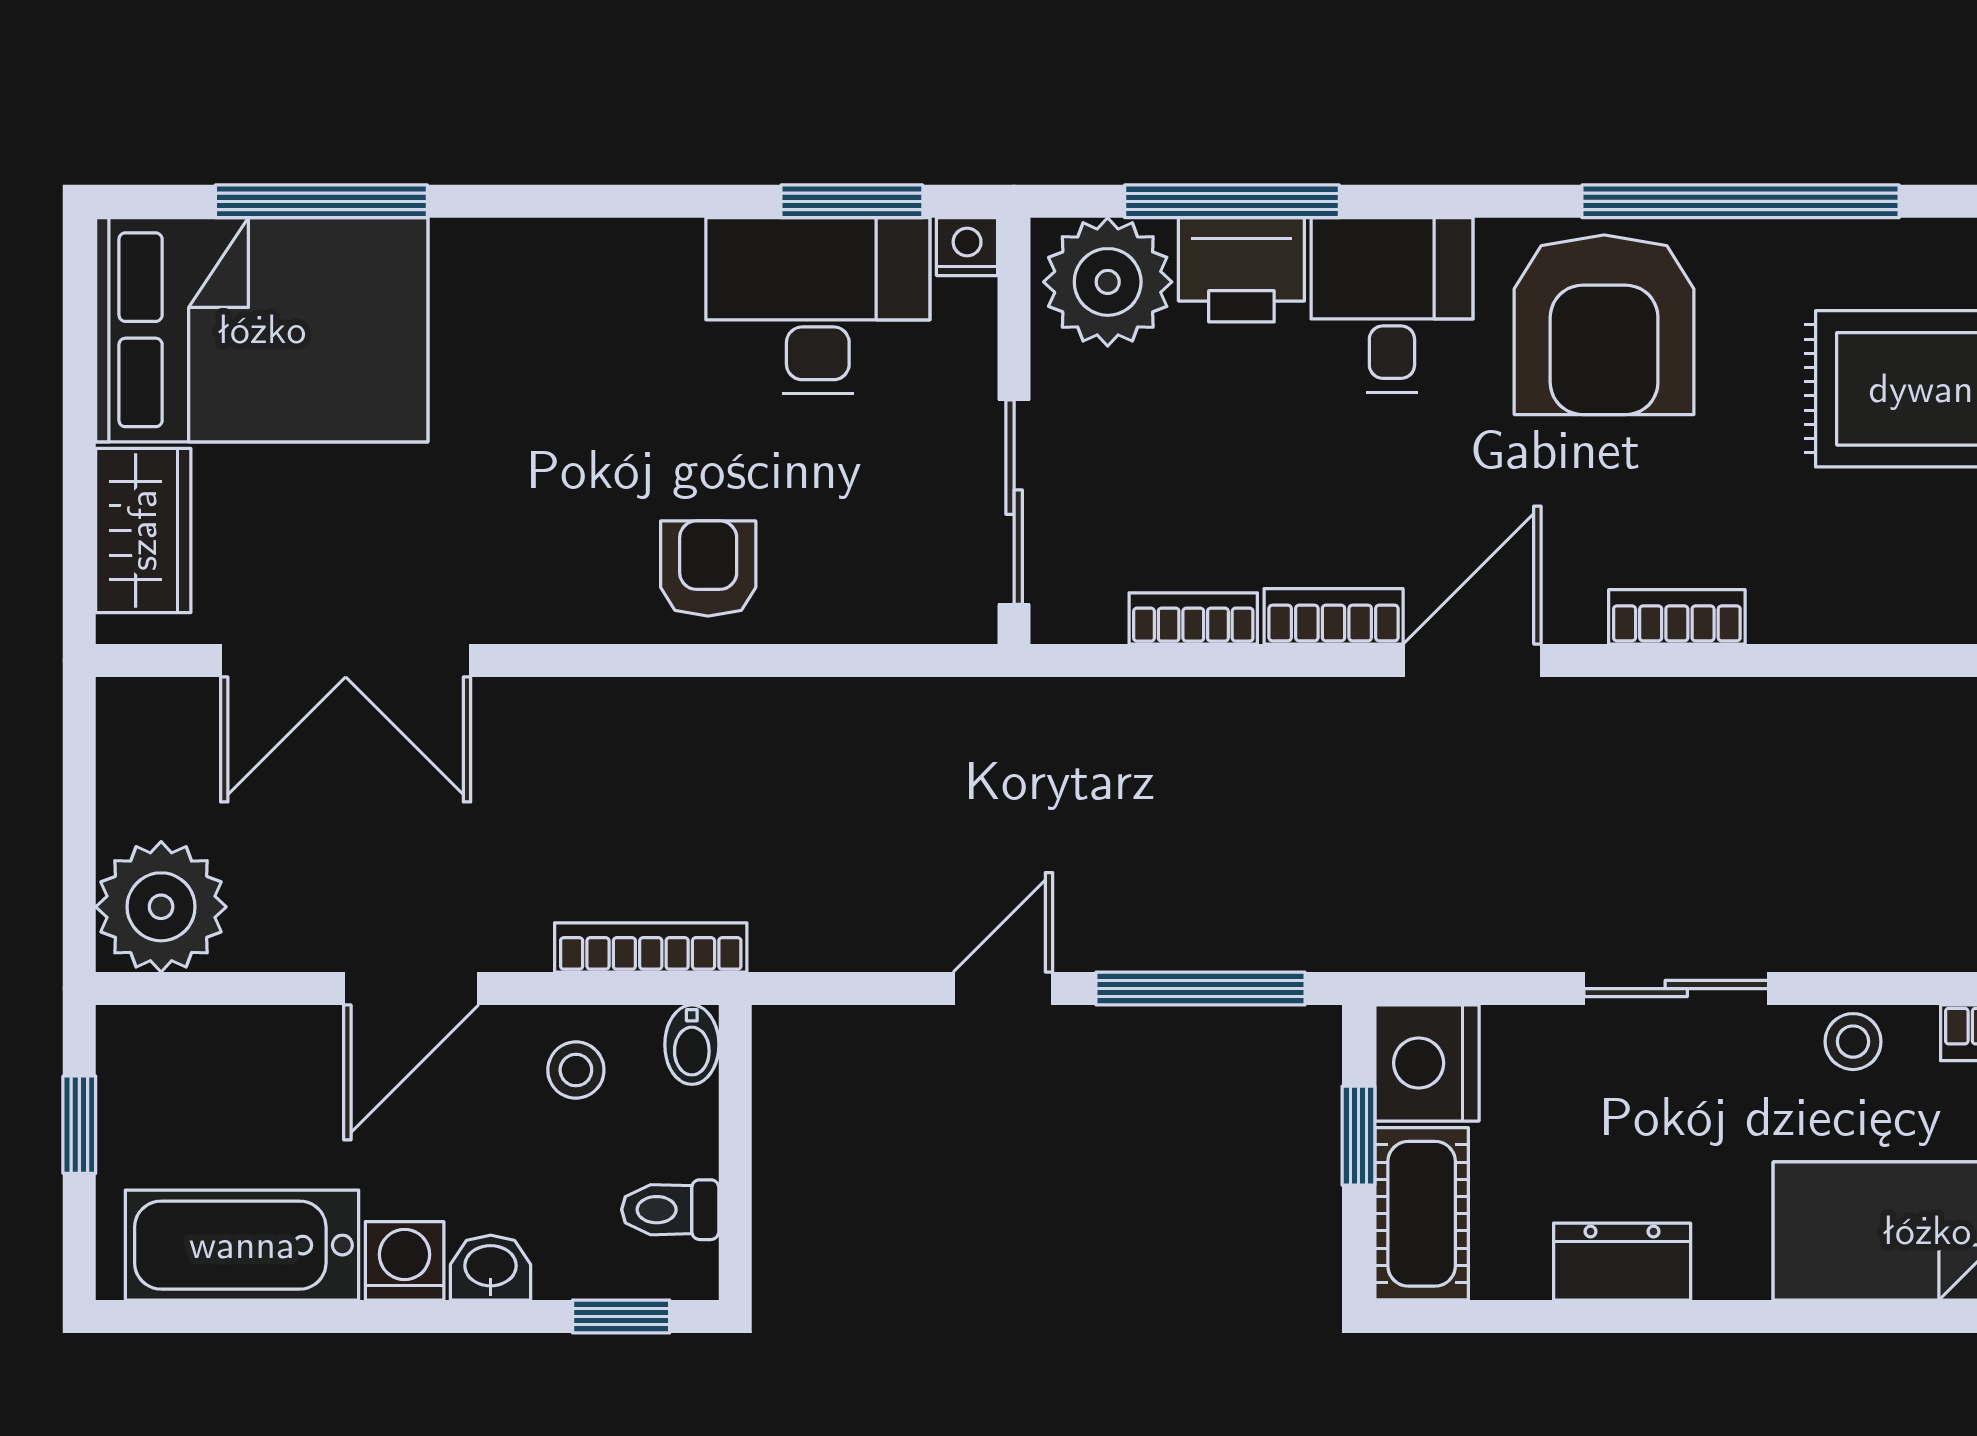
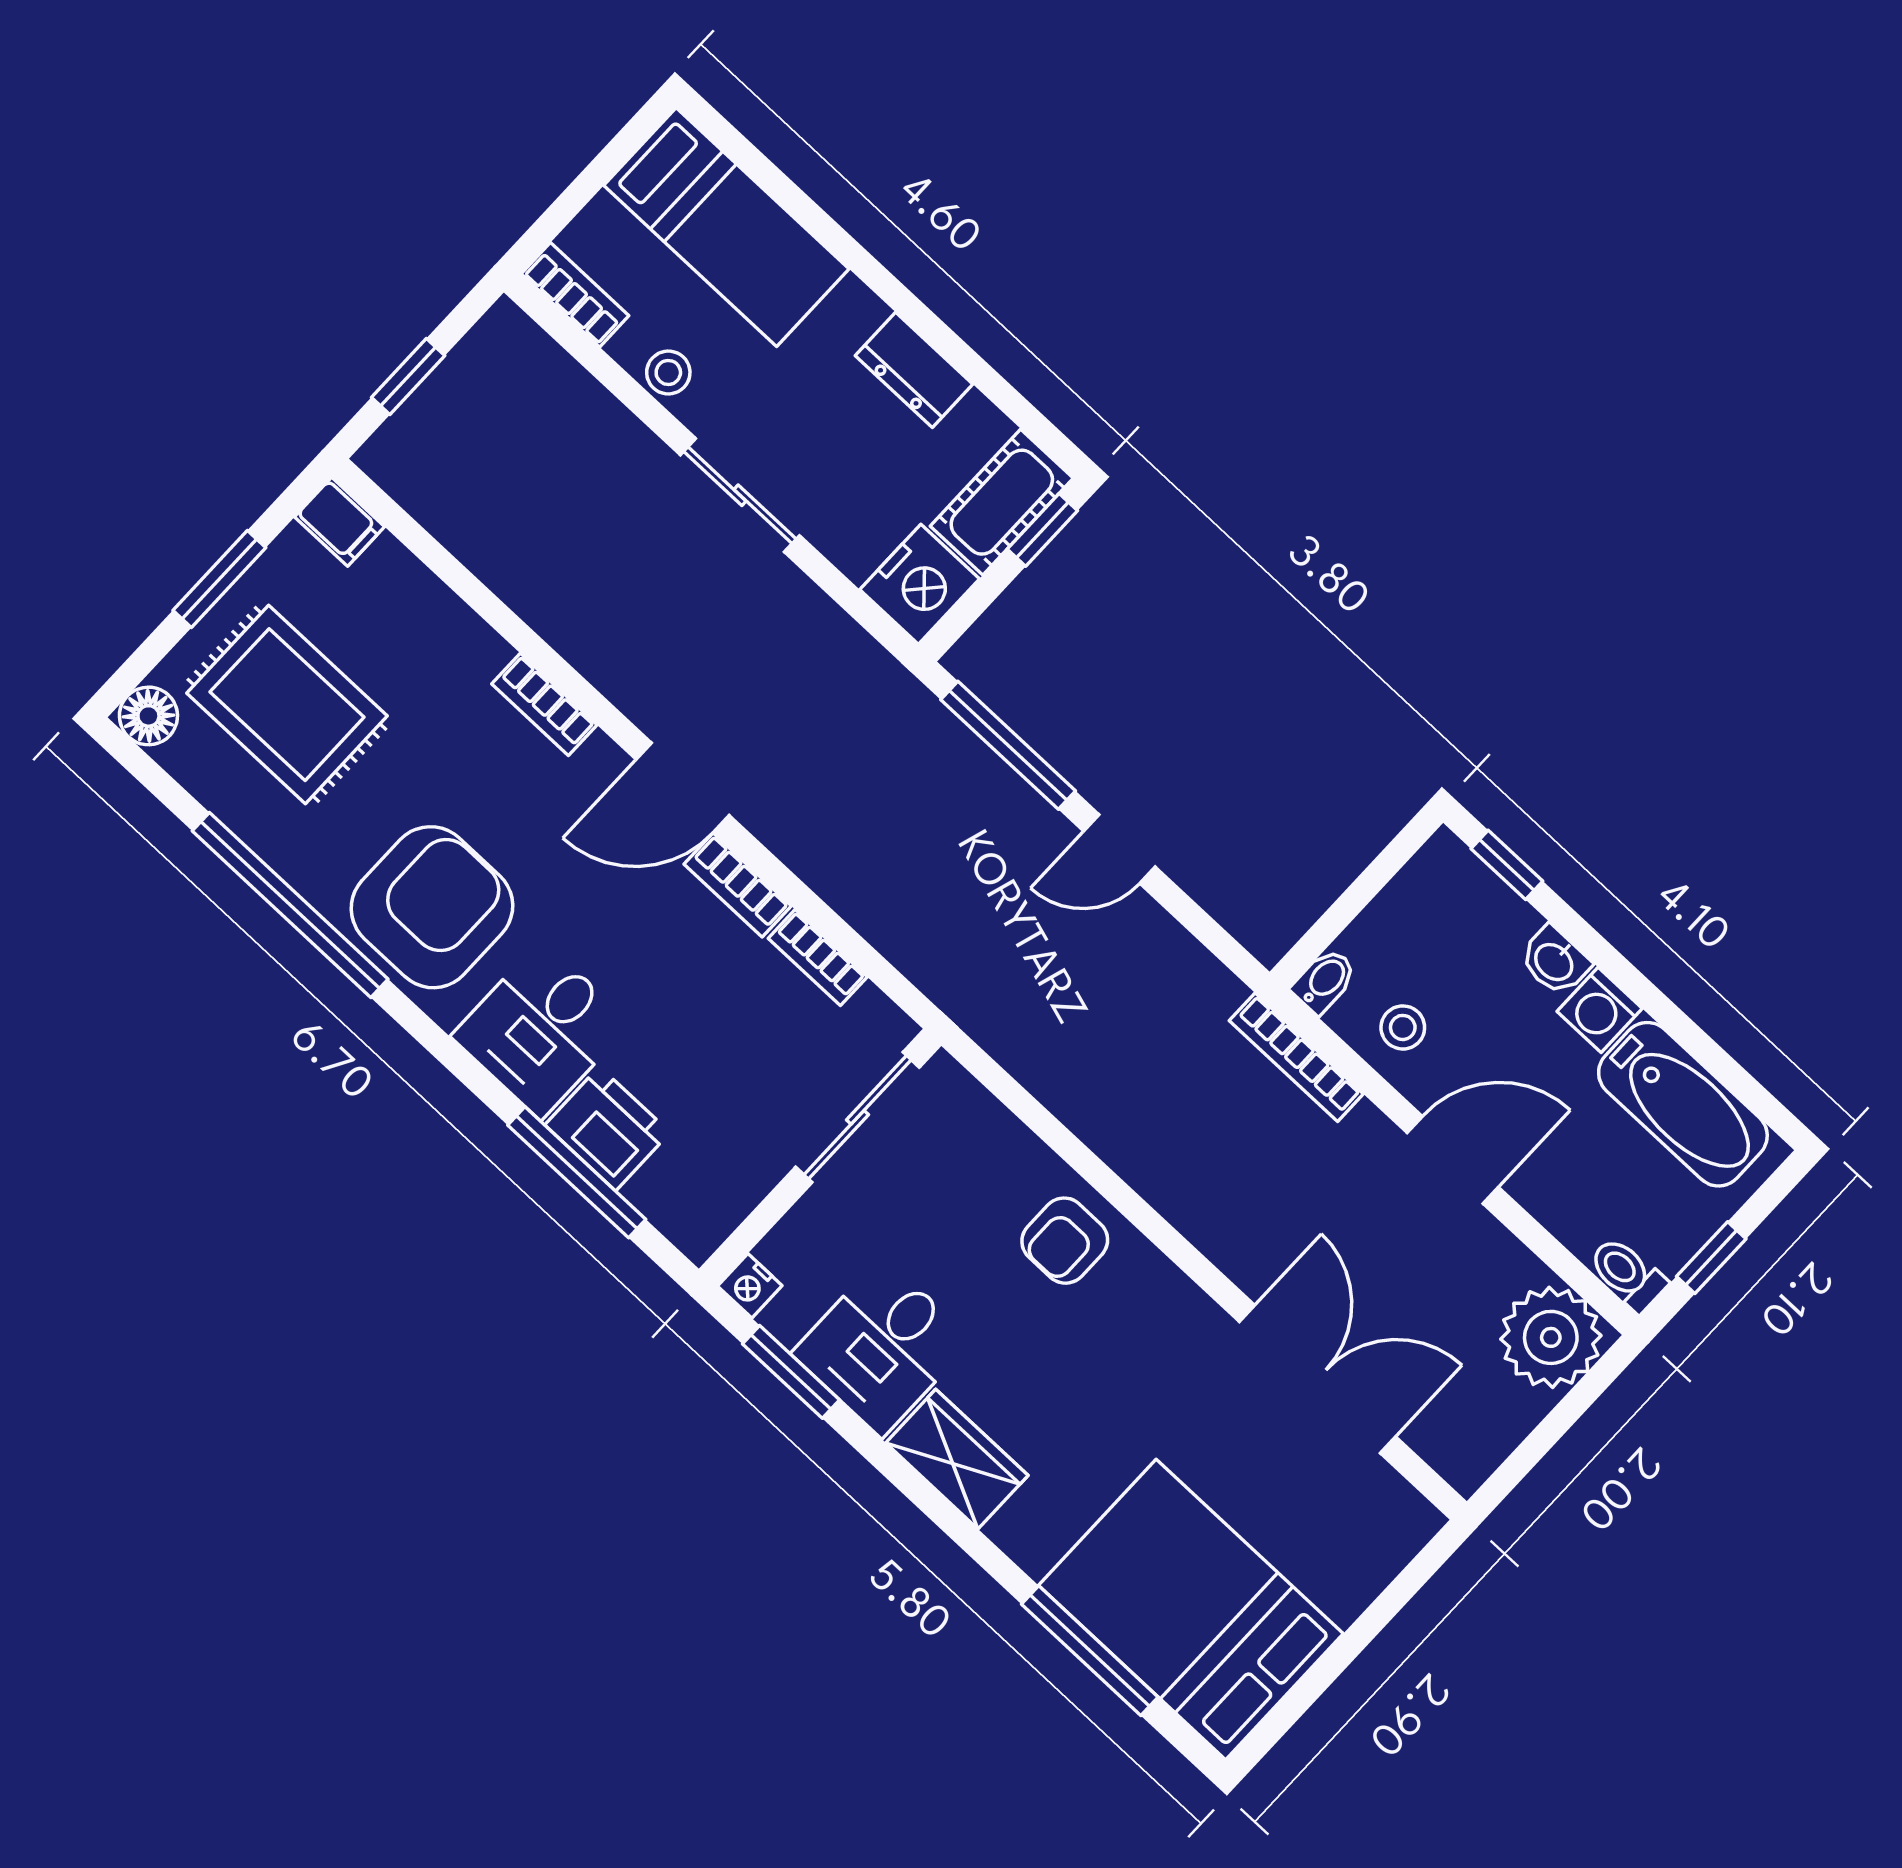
plant: (1108, 282) -> (689, 1192), removed
desk: (818, 306) -> (882, 1347), width x0.73
wardrobe: (143, 530) -> (957, 1459), moved, turned 90
window: (1358, 1136) -> (1042, 530), moved
toilet: (670, 1210) -> (1627, 1274), moved, turned 180

